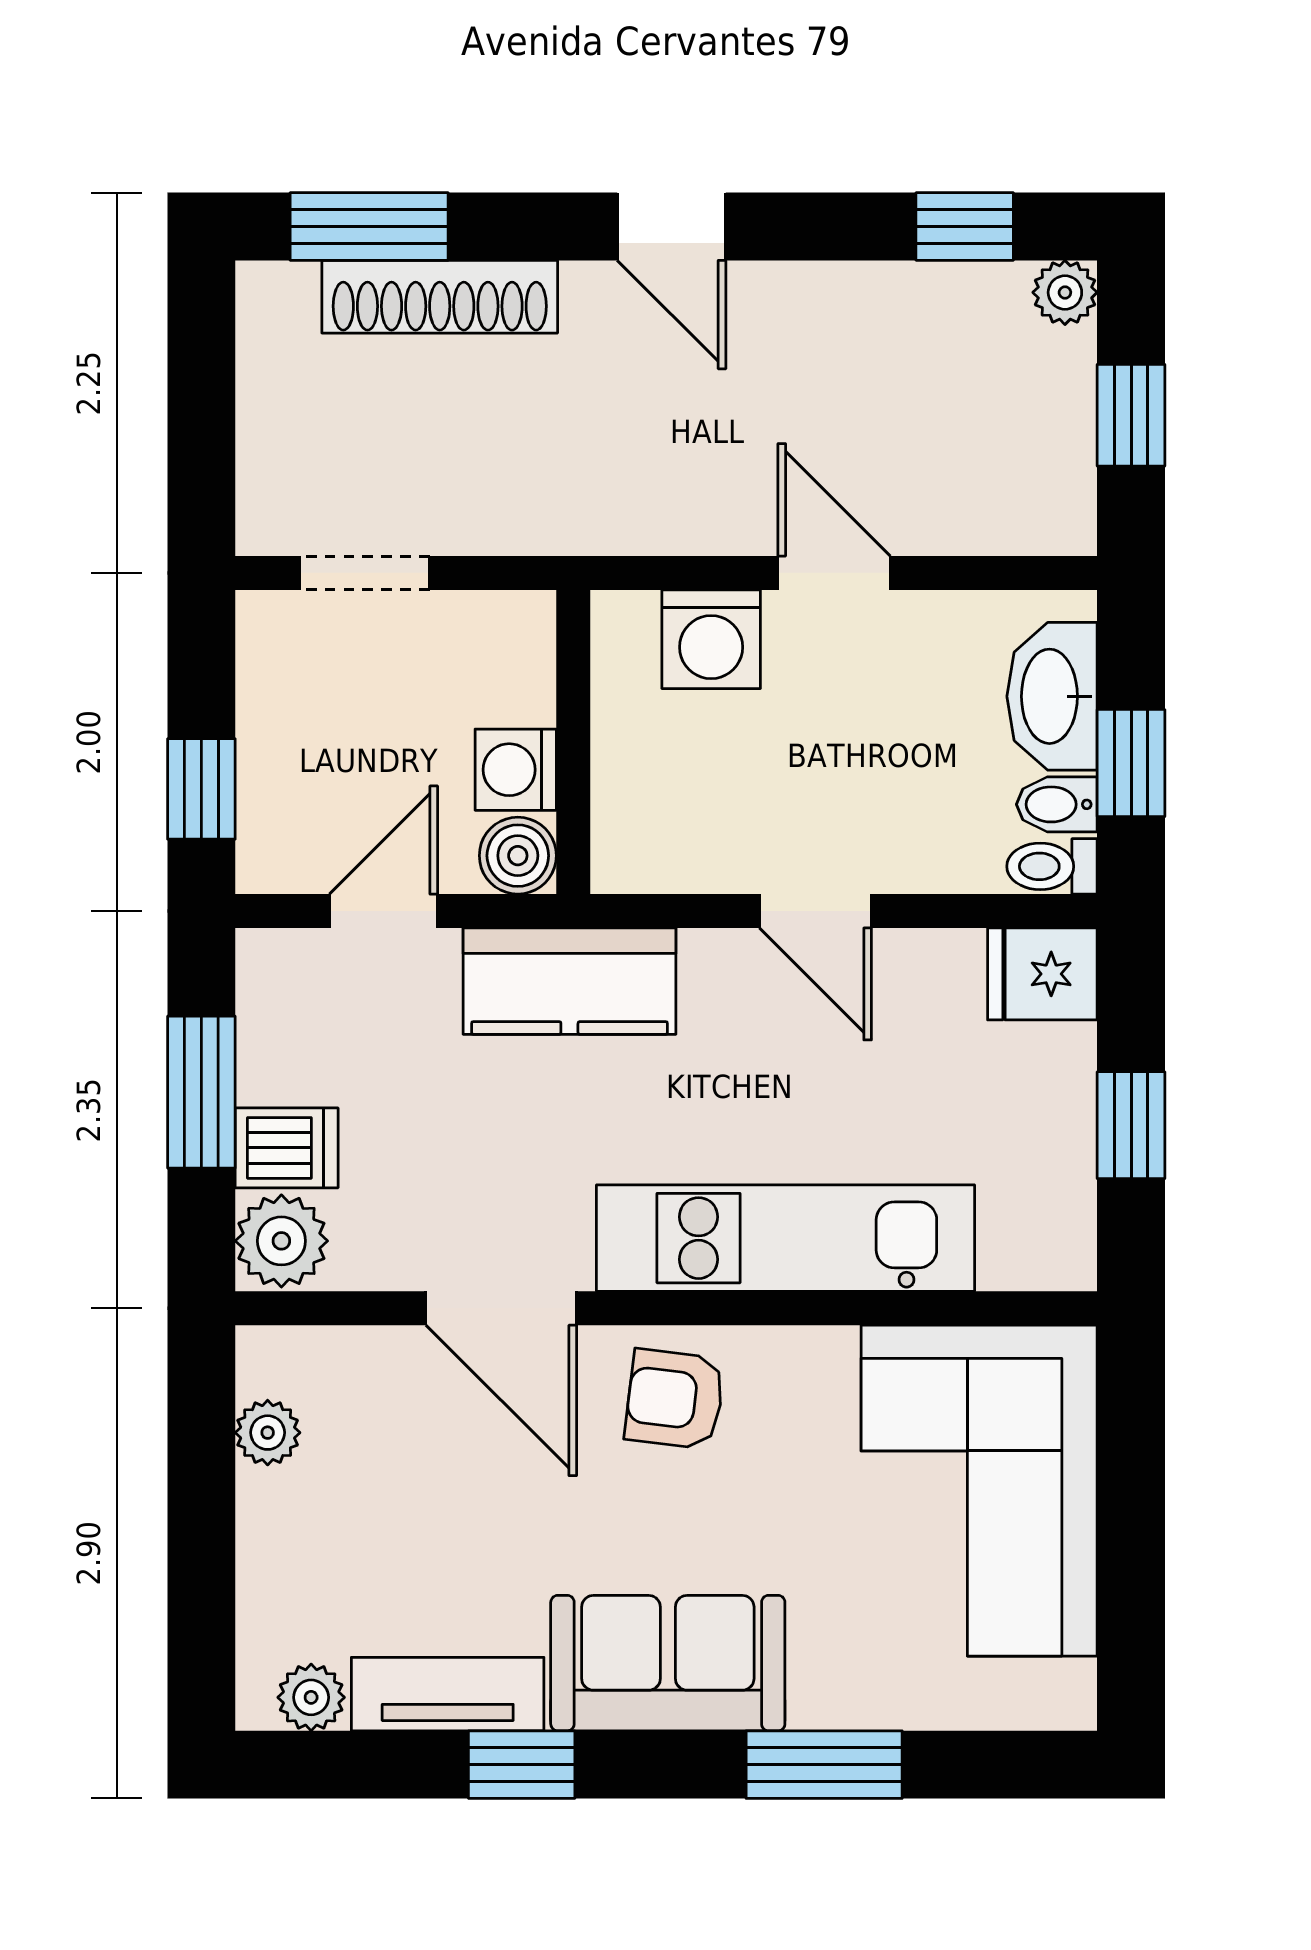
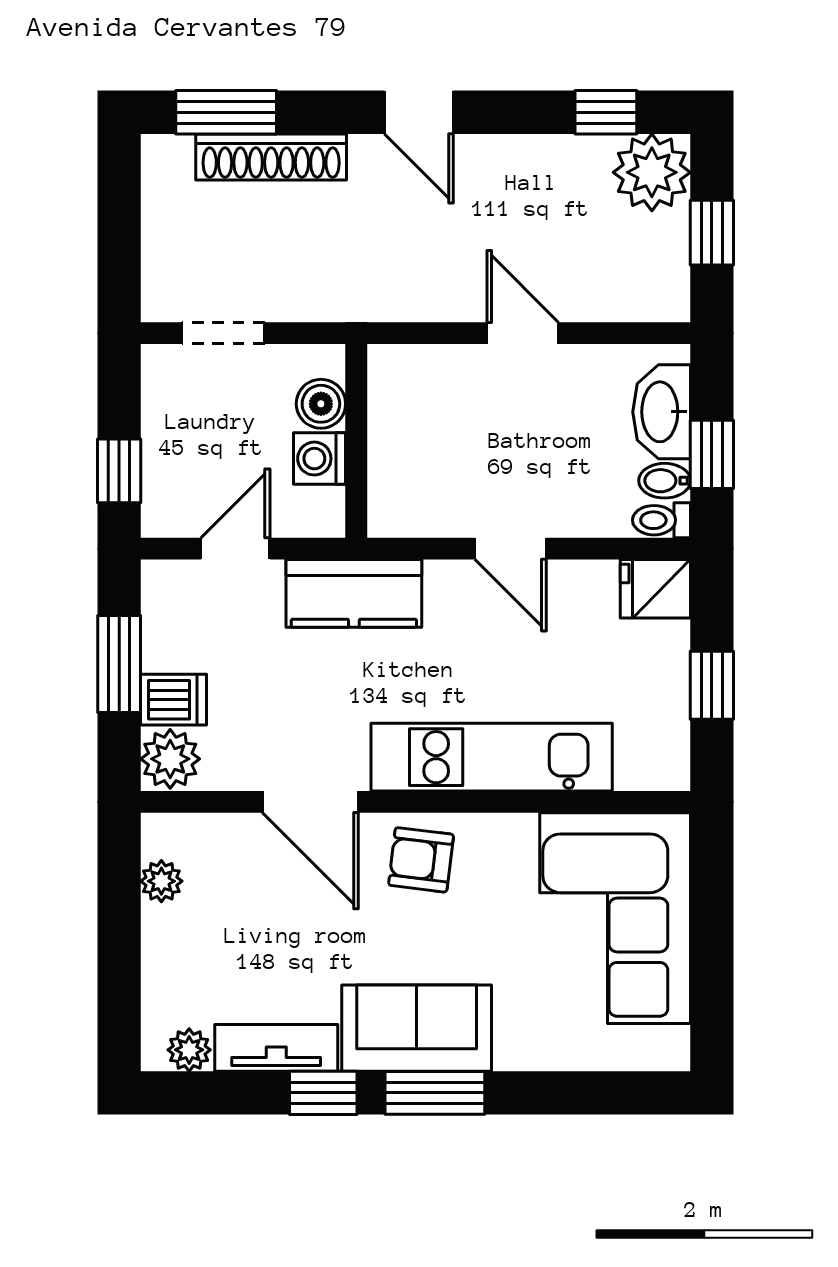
plant: (1065, 292) -> (652, 172), width x1.87, depth x1.87
washing machine: (711, 639) -> (444, 375), removed
boiler: (518, 856) -> (321, 404), moved
window: (824, 1765) -> (435, 1093), moved

